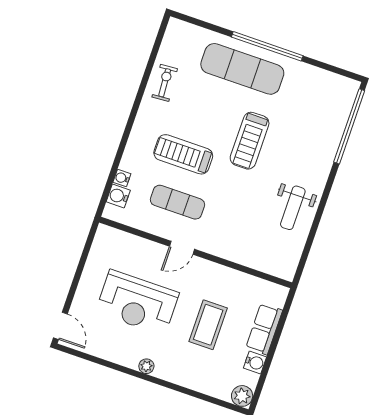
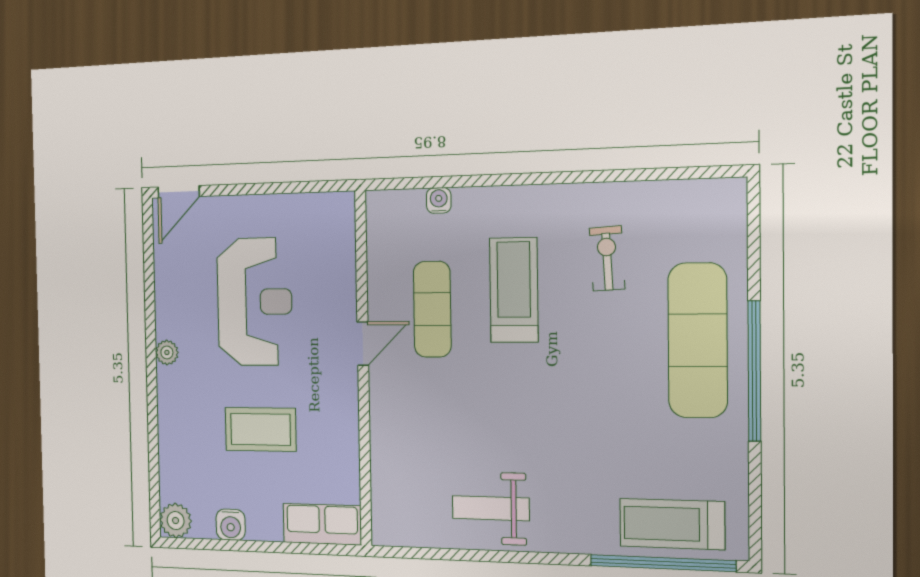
exercise bike: (165, 83) -> (607, 258), moved, turned -89
treadmill: (250, 141) -> (672, 524), moved
water cooler: (118, 196) -> (408, 206), removed
door: (182, 248) -> (363, 344), swing flipped
reception desk: (137, 303) -> (255, 302), turned 180
row of seats: (264, 329) -> (322, 524), moved

